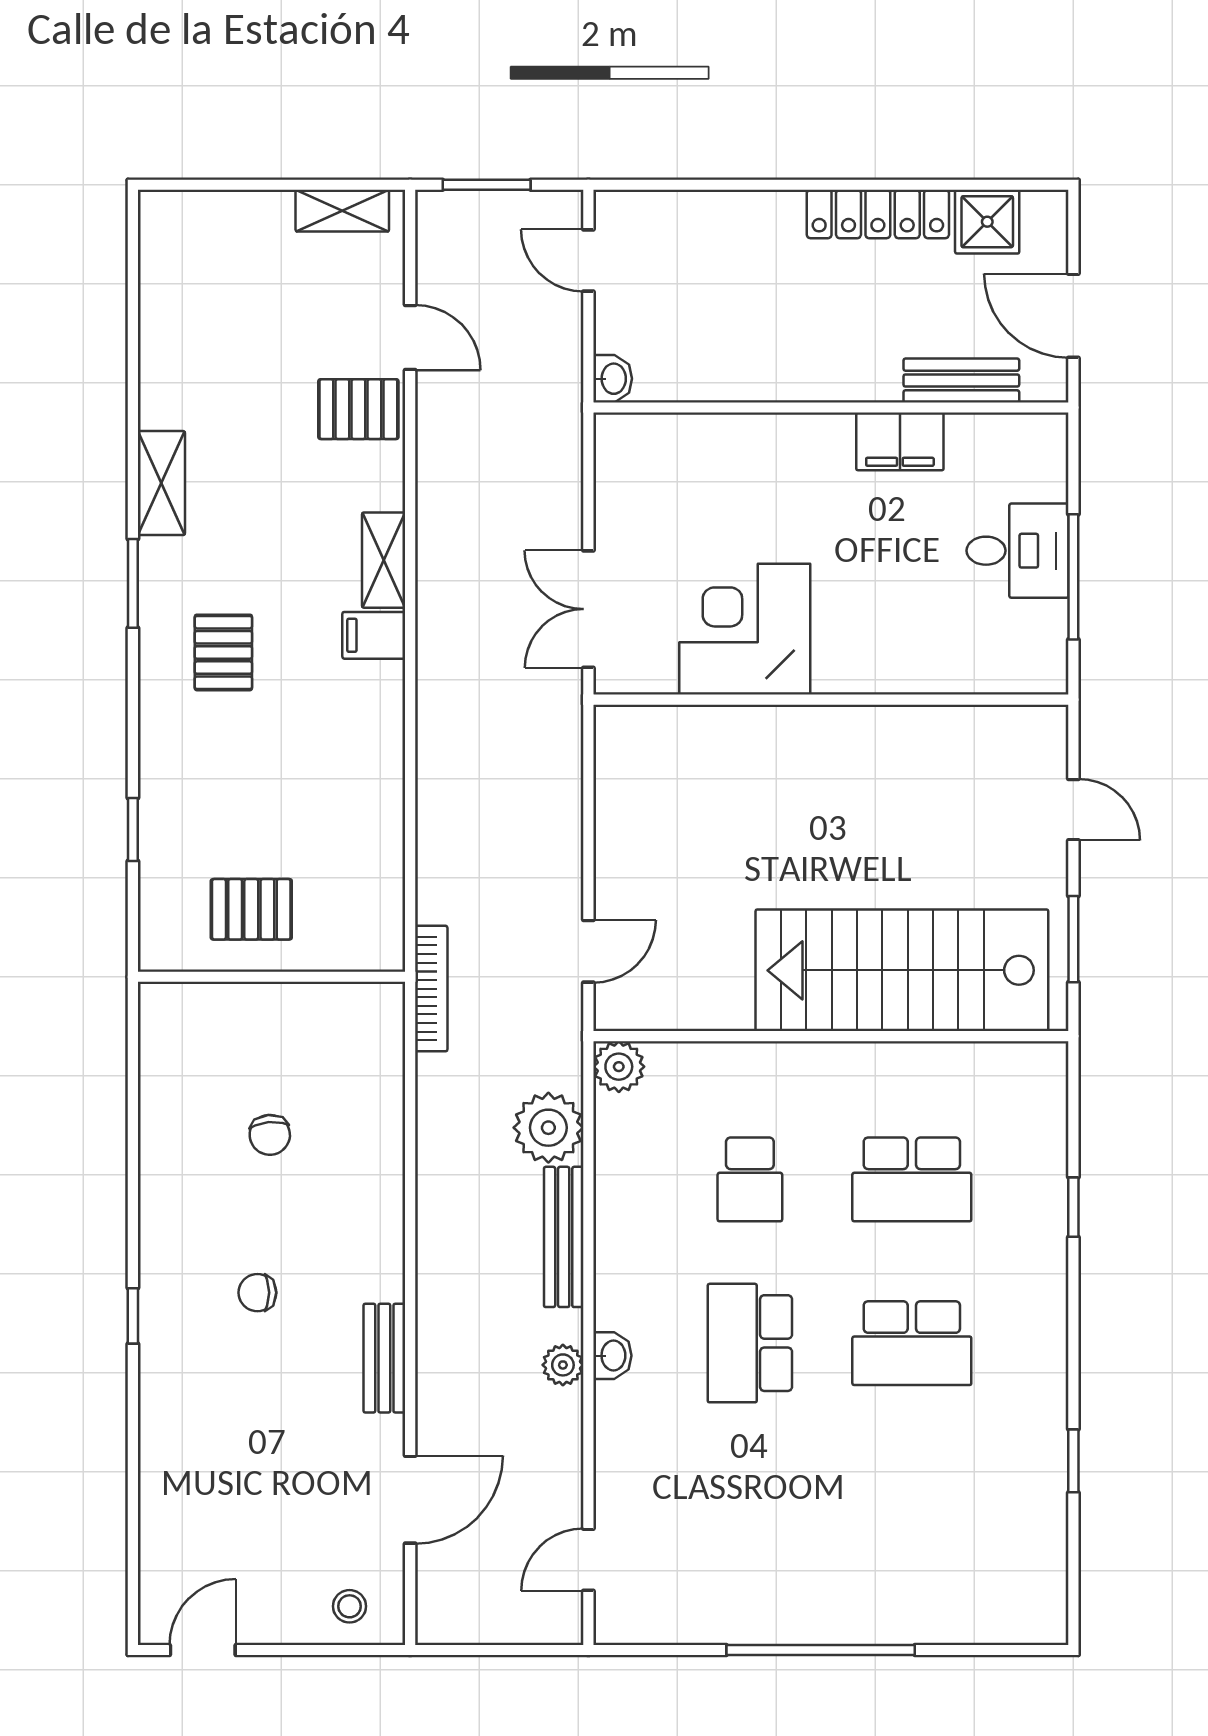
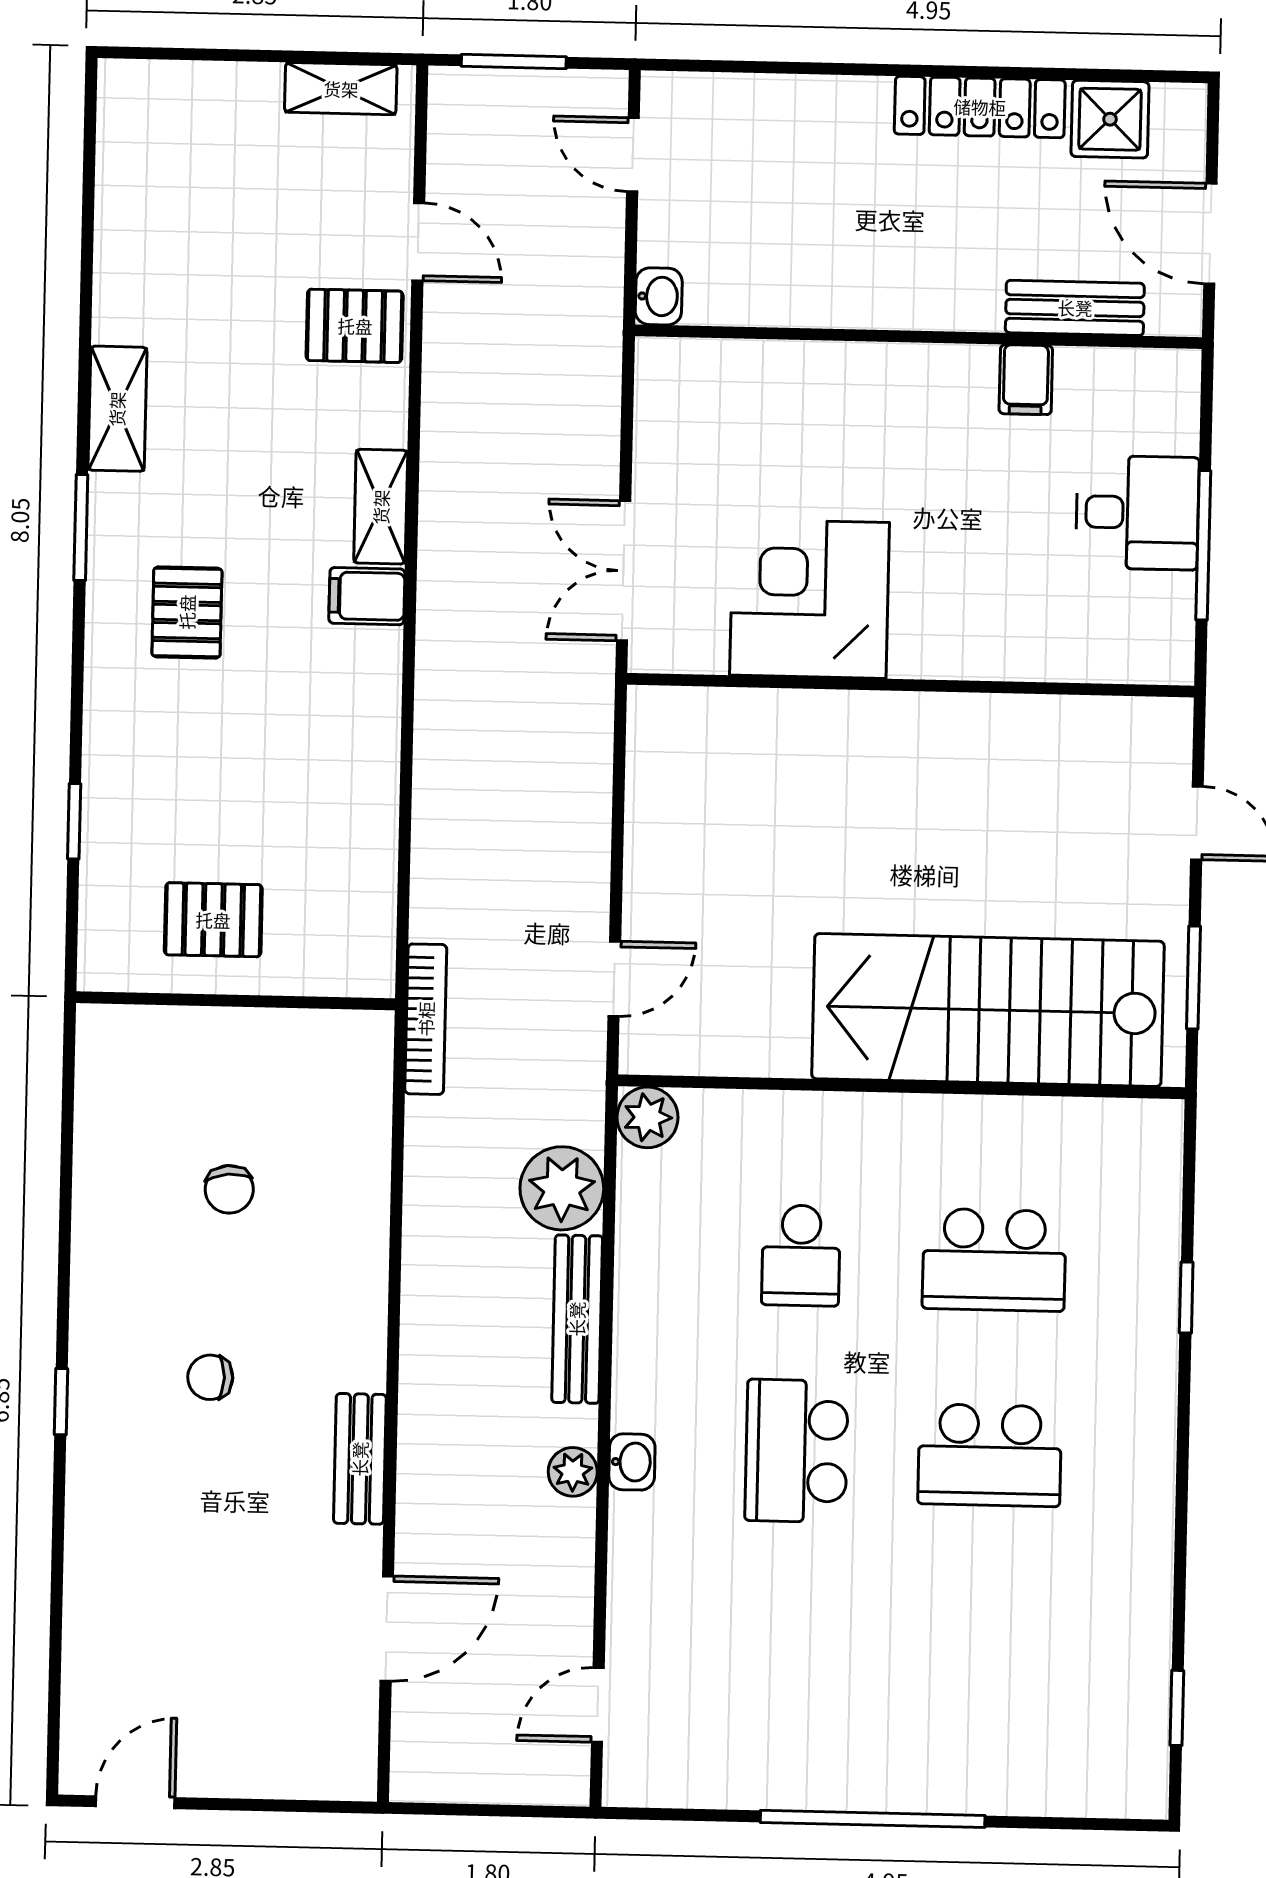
filing cabinet: (900, 441) -> (1026, 380), width x0.50
window: (1073, 1461) -> (1177, 1708), moved
stool: (350, 1606) -> (312, 1754), removed

